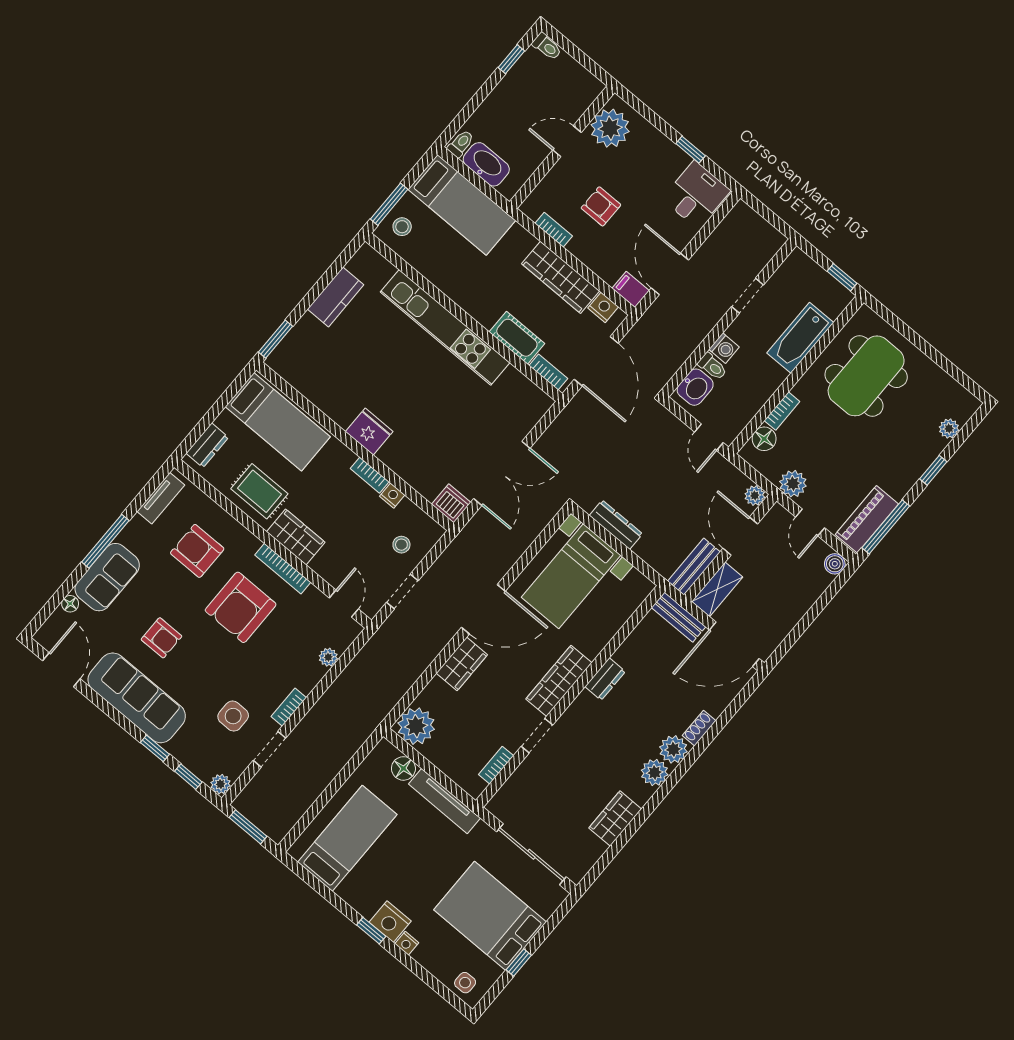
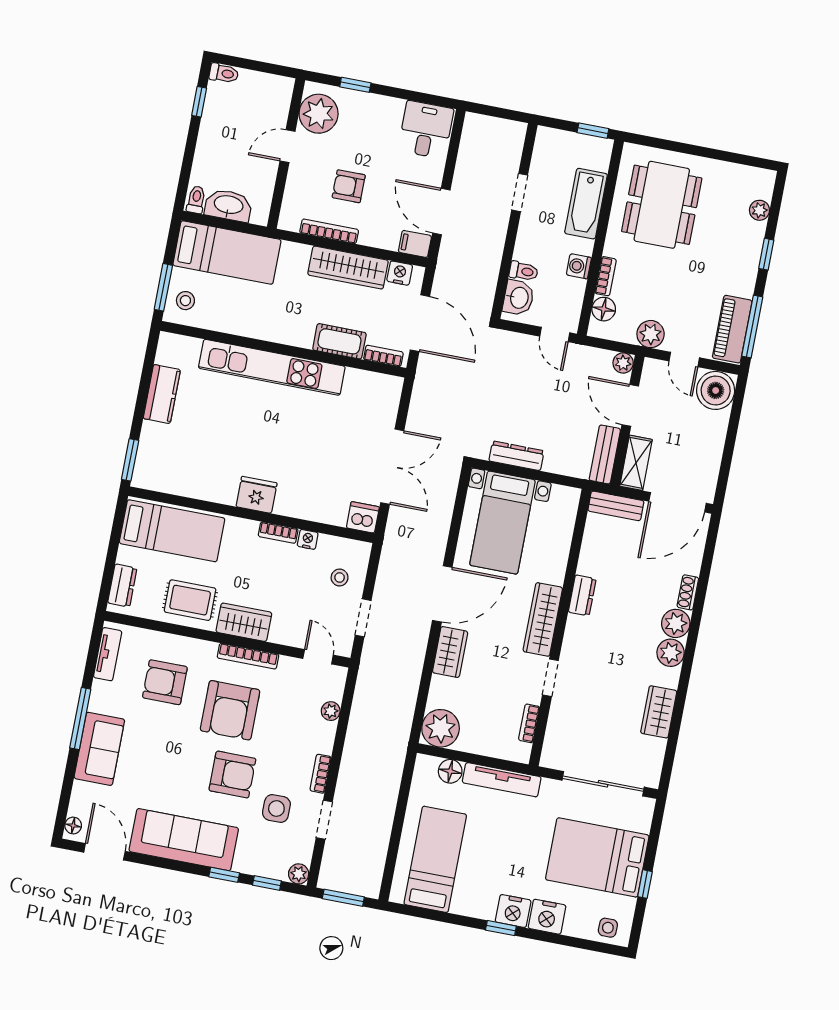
window: (691, 150) -> (355, 85), moved
bookcase: (554, 230) -> (329, 231), width x1.56
washing machine: (724, 348) -> (579, 266), moved, turned 180
boiler: (835, 564) -> (716, 390), width x1.86, depth x1.86
floor lamp: (70, 604) -> (73, 826), moved
armchair: (161, 638) -> (232, 775), moved, width x1.38, depth x1.38
nightstand: (407, 943) -> (547, 917), width x1.89, depth x1.79

